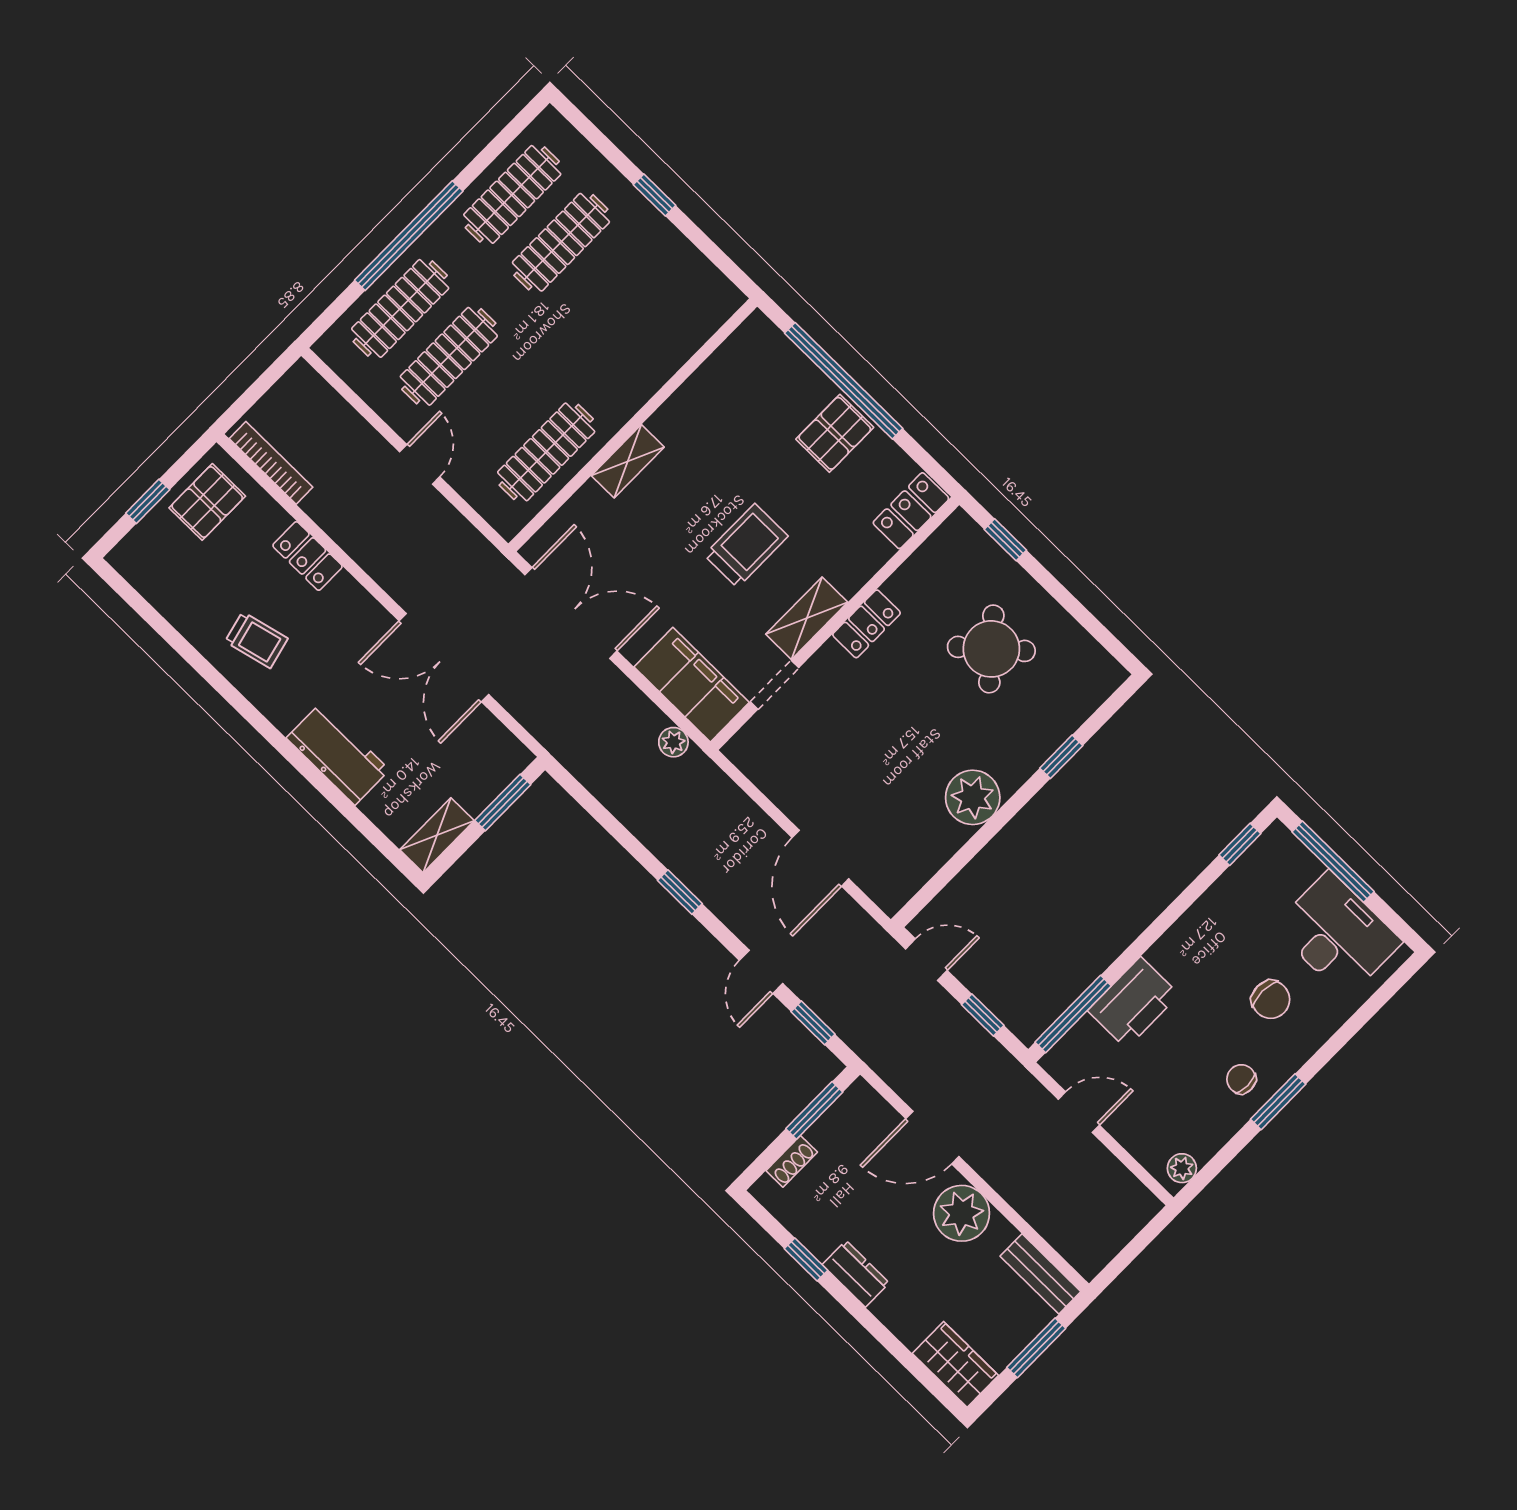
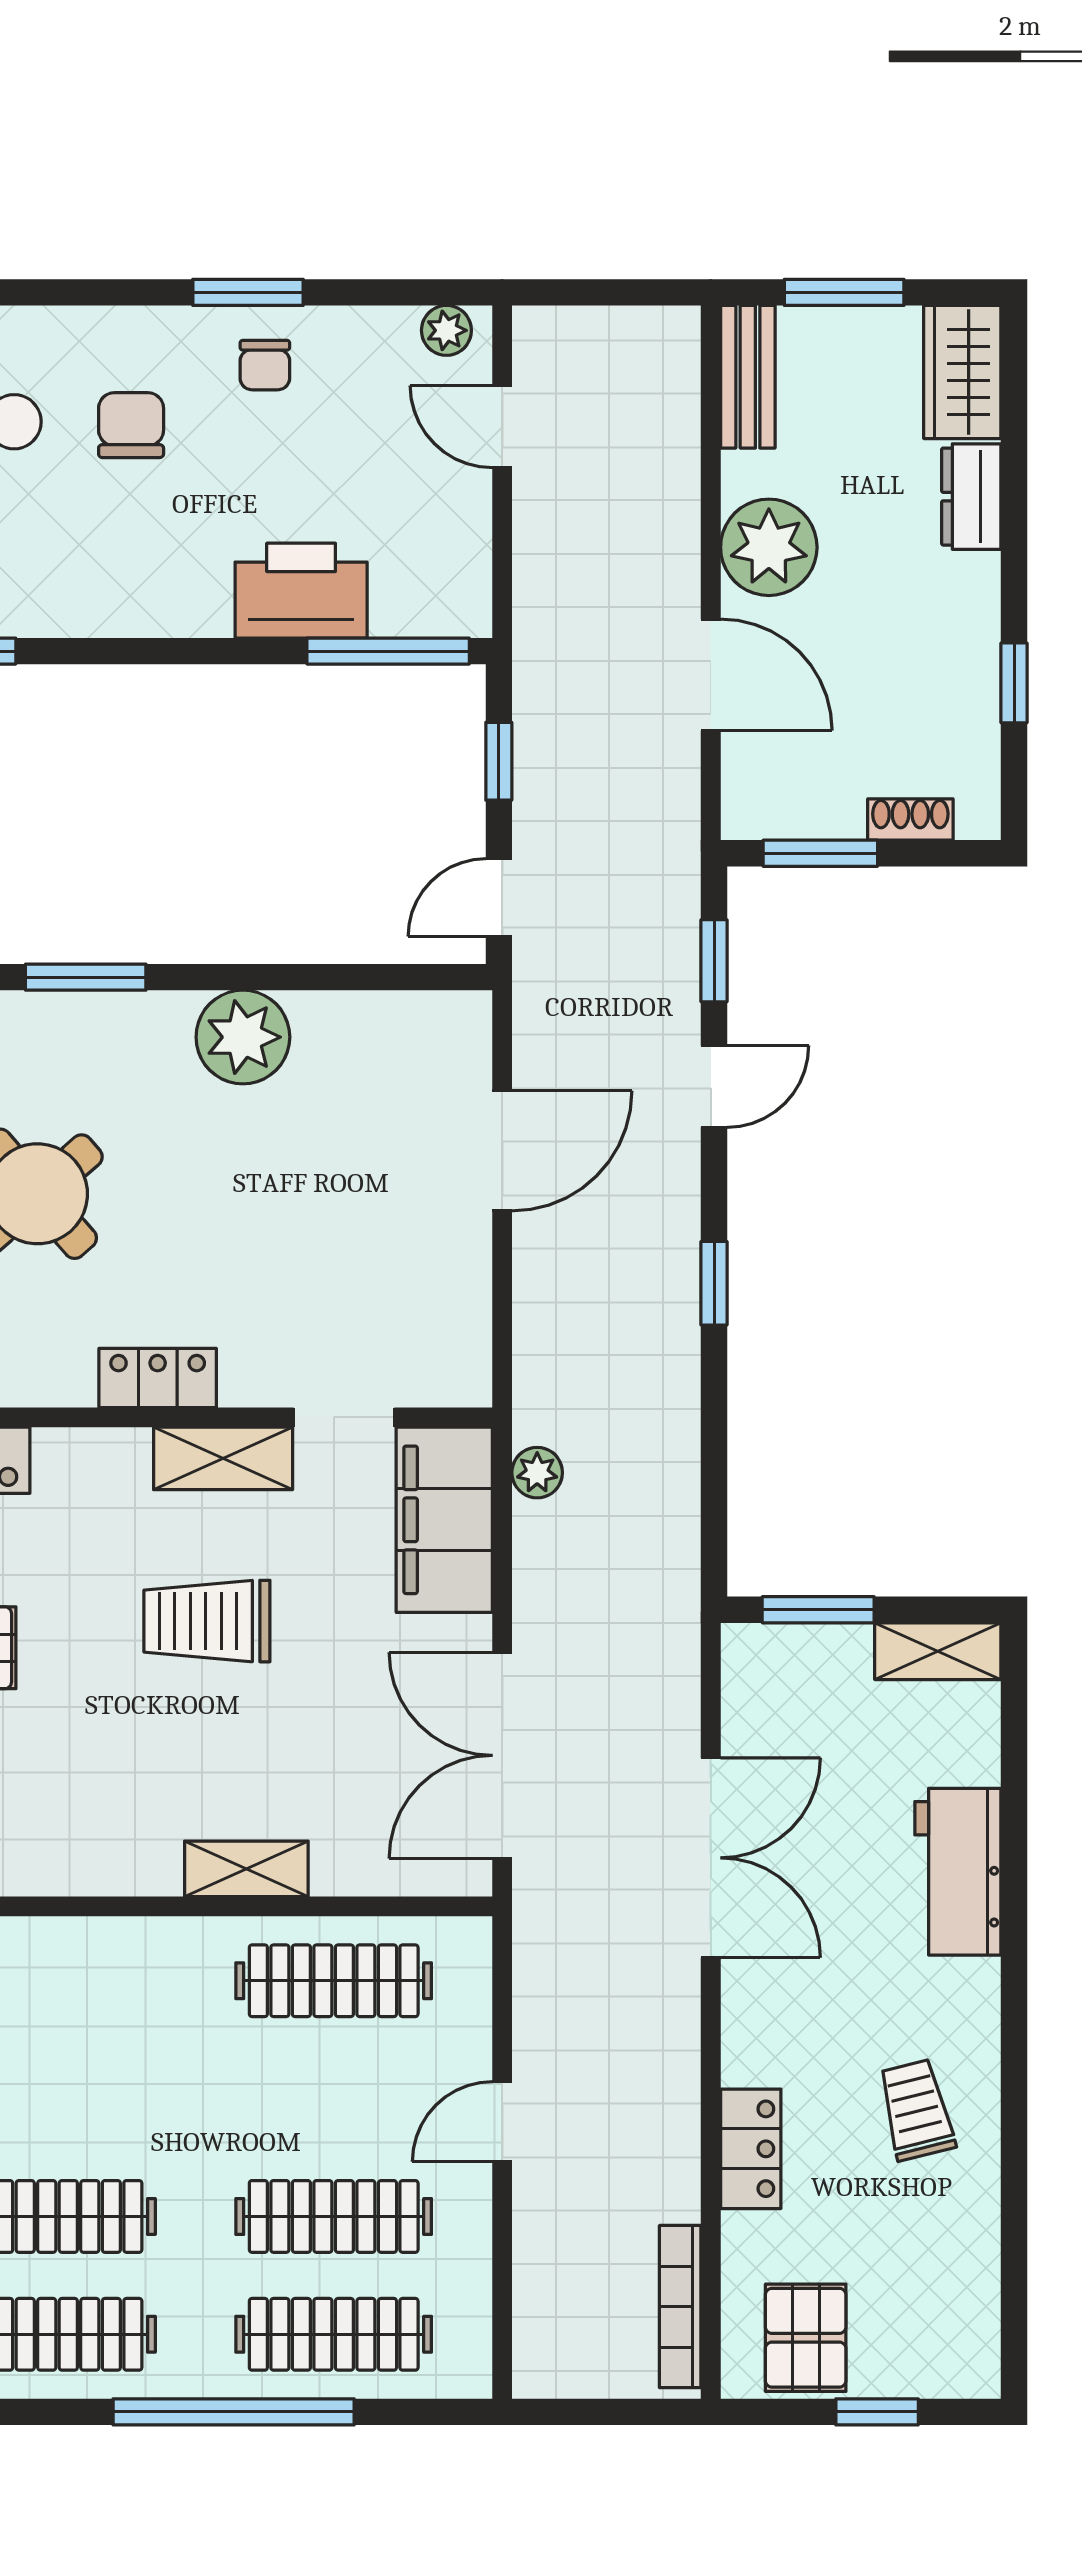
pallet: (207, 502) -> (806, 2338), turned 90
window: (1061, 757) -> (86, 977), width x1.50
door: (926, 960) -> (499, 898), hinge flipped
door: (1079, 1112) -> (502, 427), moved
dresser: (856, 1274) -> (971, 497), moved

